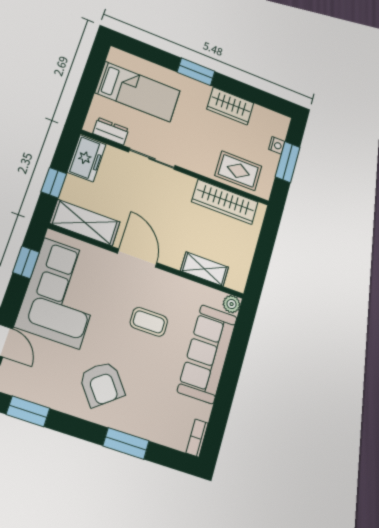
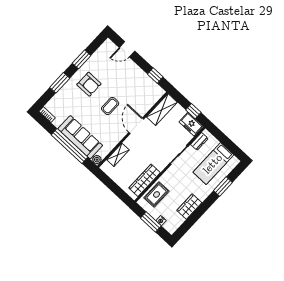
window: (196, 72) -> (223, 187), moved
window: (54, 183) -> (193, 111), moved
door: (137, 258) -> (136, 126), swing flipped
corner sofa: (62, 293) -> (135, 85), removed
coffee table: (149, 322) -> (110, 106), moved
window: (233, 367) -> (69, 146), added
armchair: (102, 384) -> (89, 84), turned -142
window: (28, 411) -> (82, 59), moved

